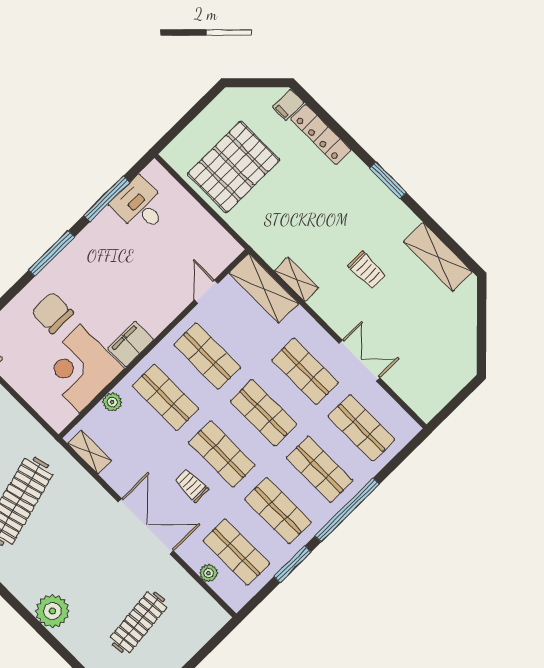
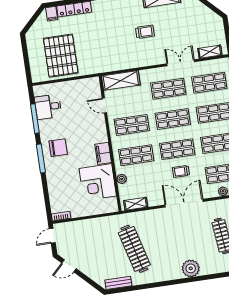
shelving: (297, 279) -> (210, 52), moved
chair: (52, 313) -> (58, 148), moved, turned 180

